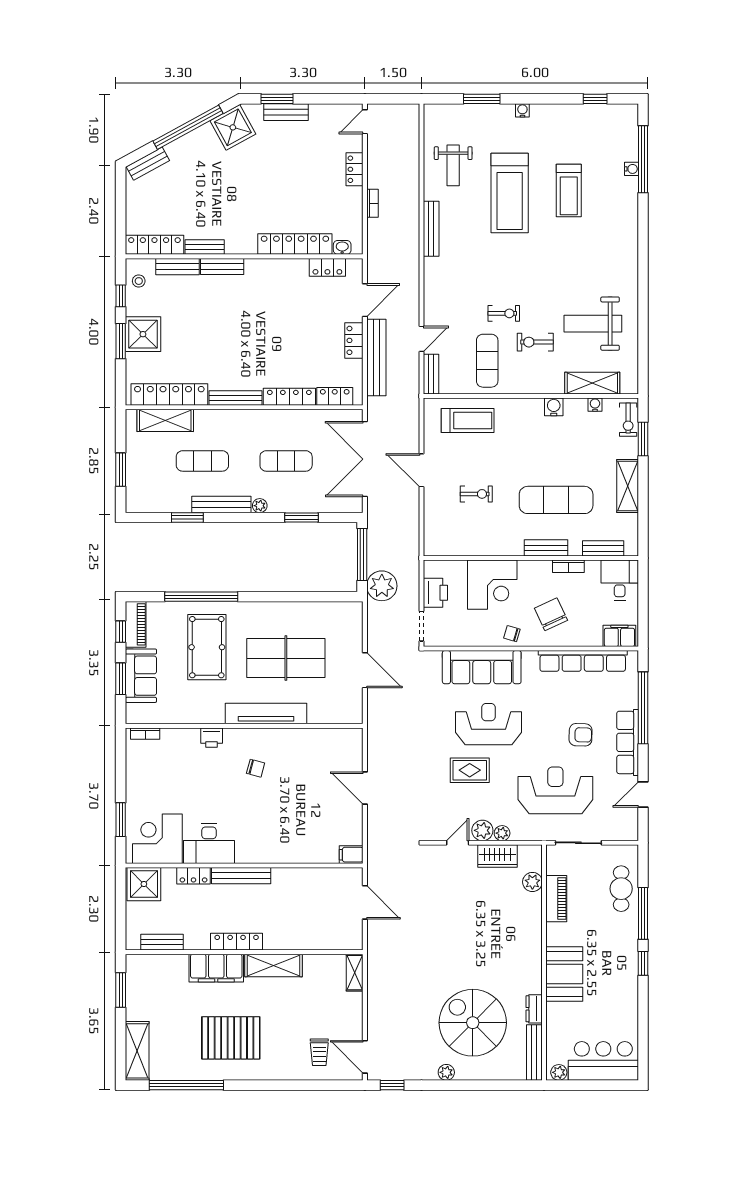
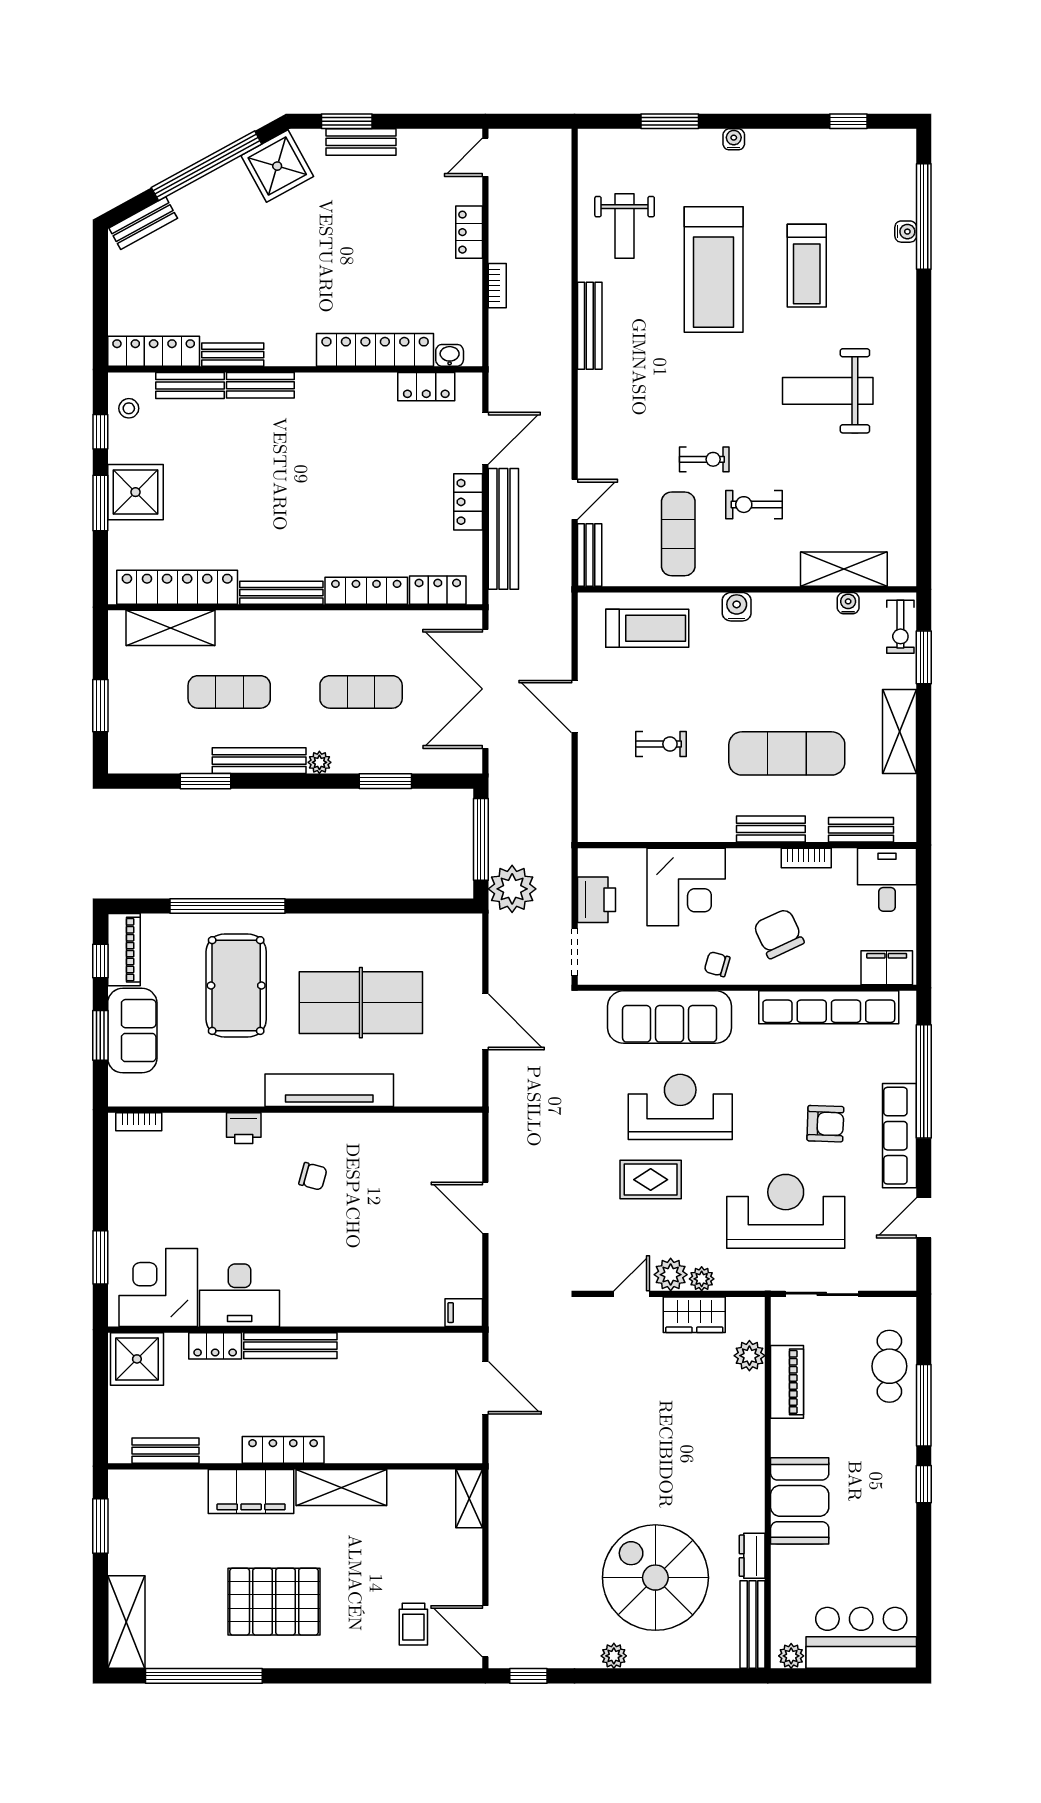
weight bench: (593, 324) -> (828, 391), moved
water cooler: (554, 407) -> (737, 607), moved

